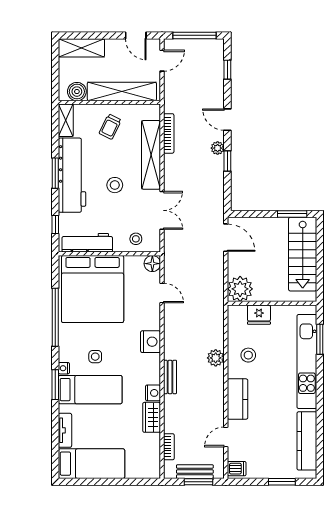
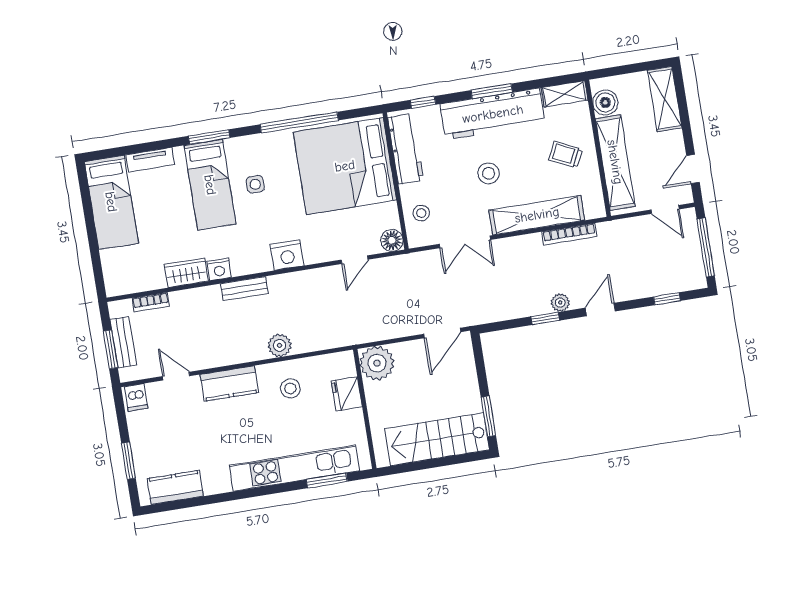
nightstand: (64, 368) -> (233, 145), removed
kitchen counter: (307, 441) -> (175, 487), width x0.67

